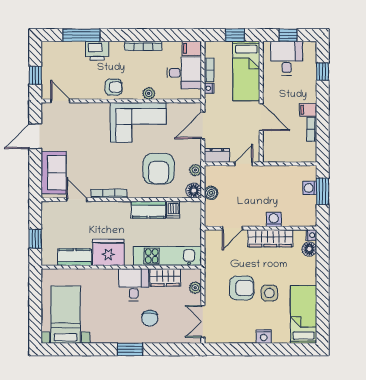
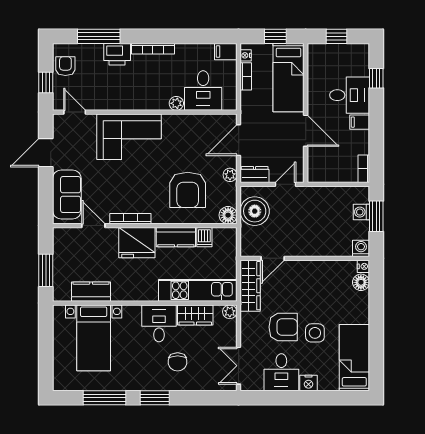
bookcase: (143, 46) -> (153, 49), moved
desk: (287, 58) -> (350, 95), moved, turned 90
desk: (184, 73) -> (203, 91), moved, turned 90
armchair: (114, 87) -> (65, 66), moved, turned -90
nightstand: (209, 88) -> (246, 55), moved
corner sofa: (138, 122) -> (129, 137), moved
bookcase: (312, 129) -> (364, 169), moved
plant: (195, 170) -> (230, 175), moved
boiler: (211, 193) -> (255, 211), width x1.86, depth x1.86
washing machine: (274, 219) -> (361, 248), moved
wardrobe: (270, 238) -> (250, 286), moved, turned -90
window: (35, 239) -> (46, 270), width x1.50
fridge: (108, 252) -> (137, 243), moved, turned 180
plant: (195, 288) -> (230, 312), moved
bed with nightstands: (66, 315) -> (94, 338), moved, turned 180
desk: (240, 327) -> (281, 372), added
window: (86, 349) -> (104, 398), added

